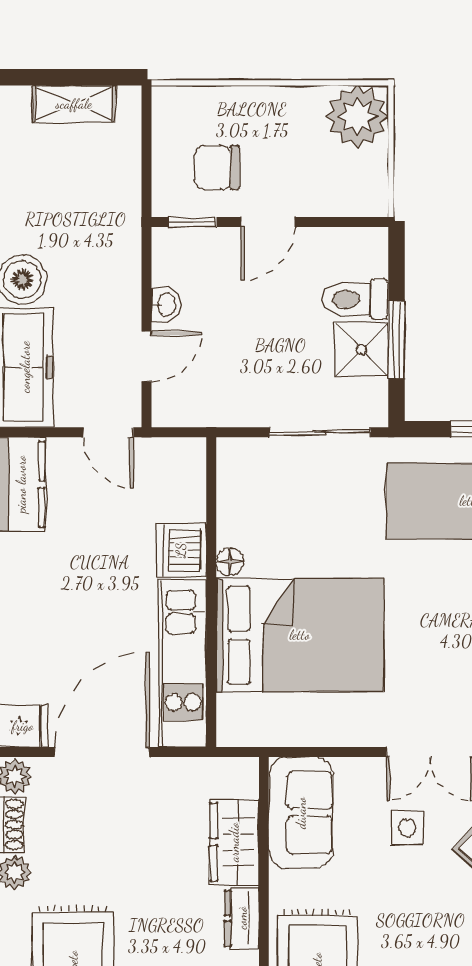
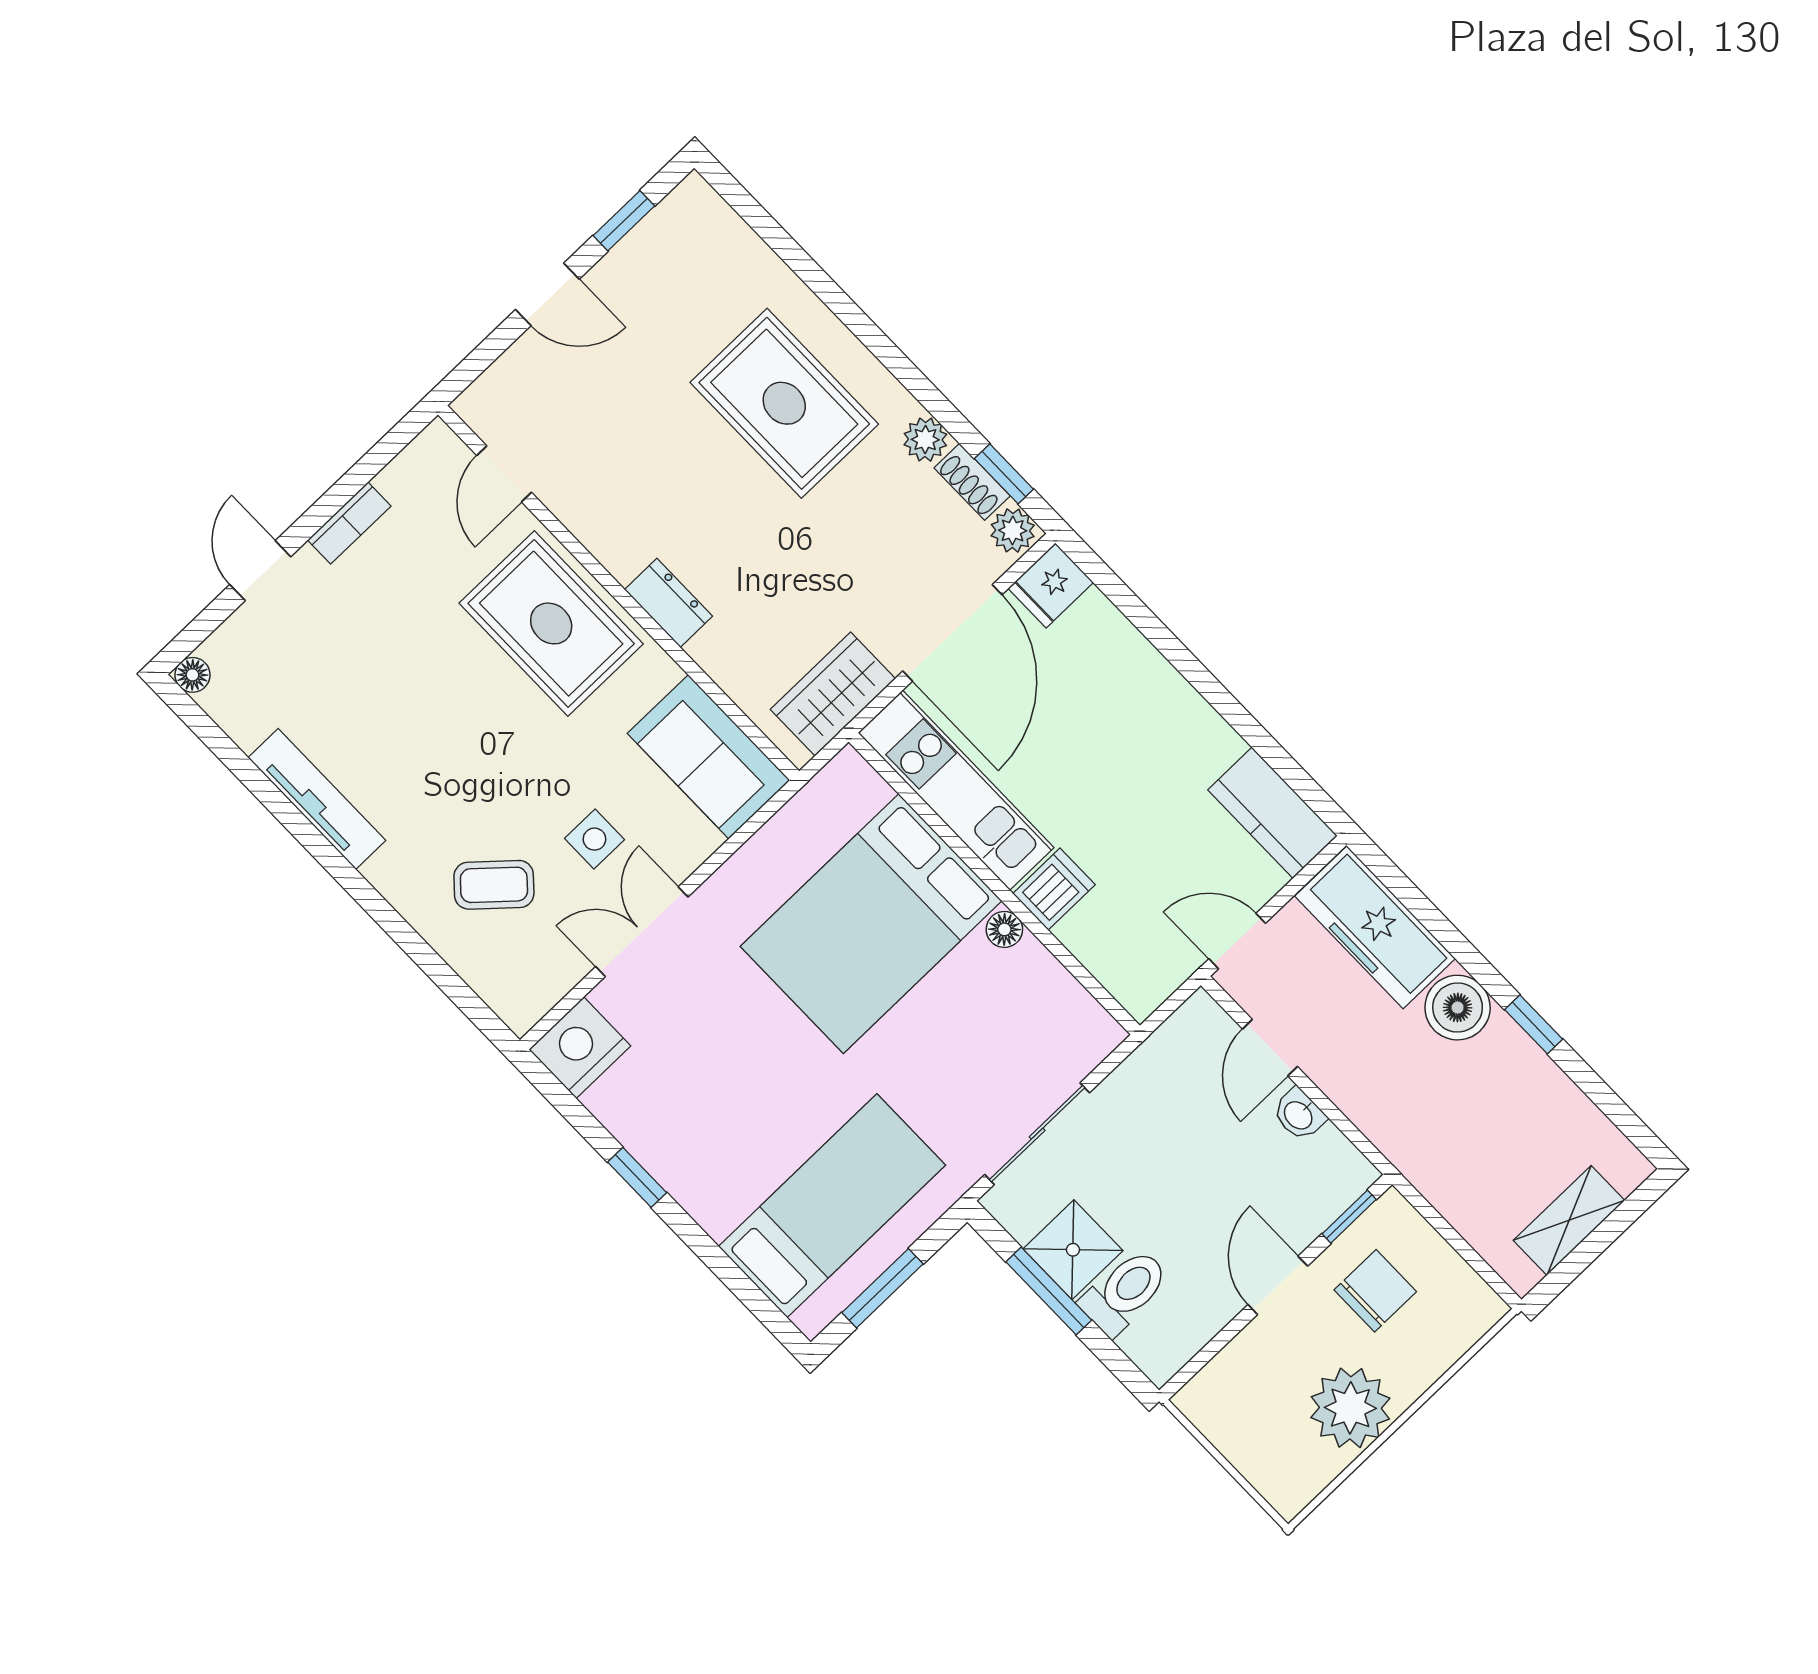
plant: (357, 116) -> (1350, 1408), moved
dishwasher: (181, 550) -> (1054, 889), width x0.73
wardrobe: (234, 842) -> (833, 694), moved, turned -90

